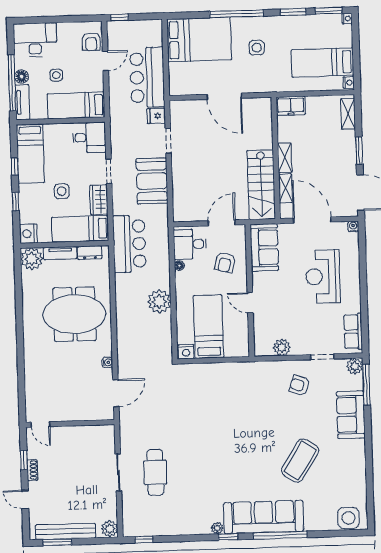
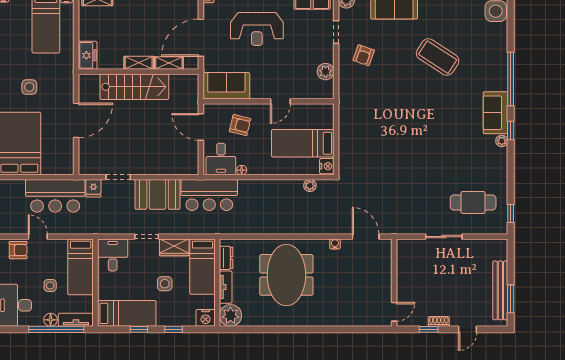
stairs: (261, 185) -> (134, 87), moved
bar counter: (129, 244) -> (209, 195), moved, turned 180
plant: (159, 302) -> (310, 186), moved, width x0.53, depth x0.53
cafe table: (155, 472) -> (473, 202), moved
sofa: (264, 517) -> (495, 113), width x0.54, depth x0.79
plant: (110, 529) -> (499, 247), removed

